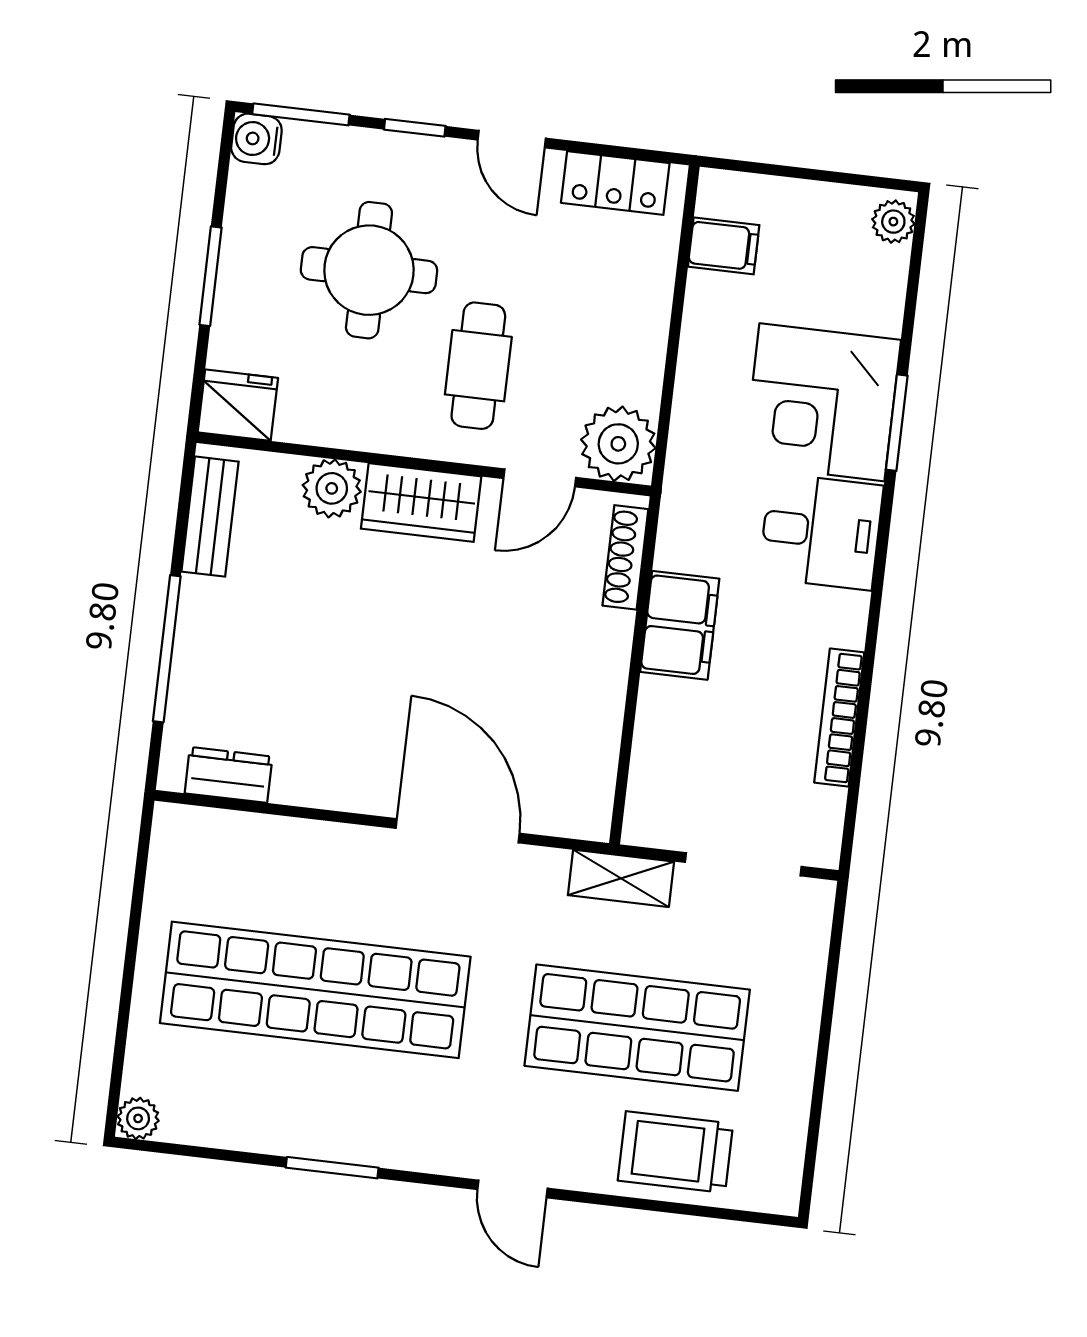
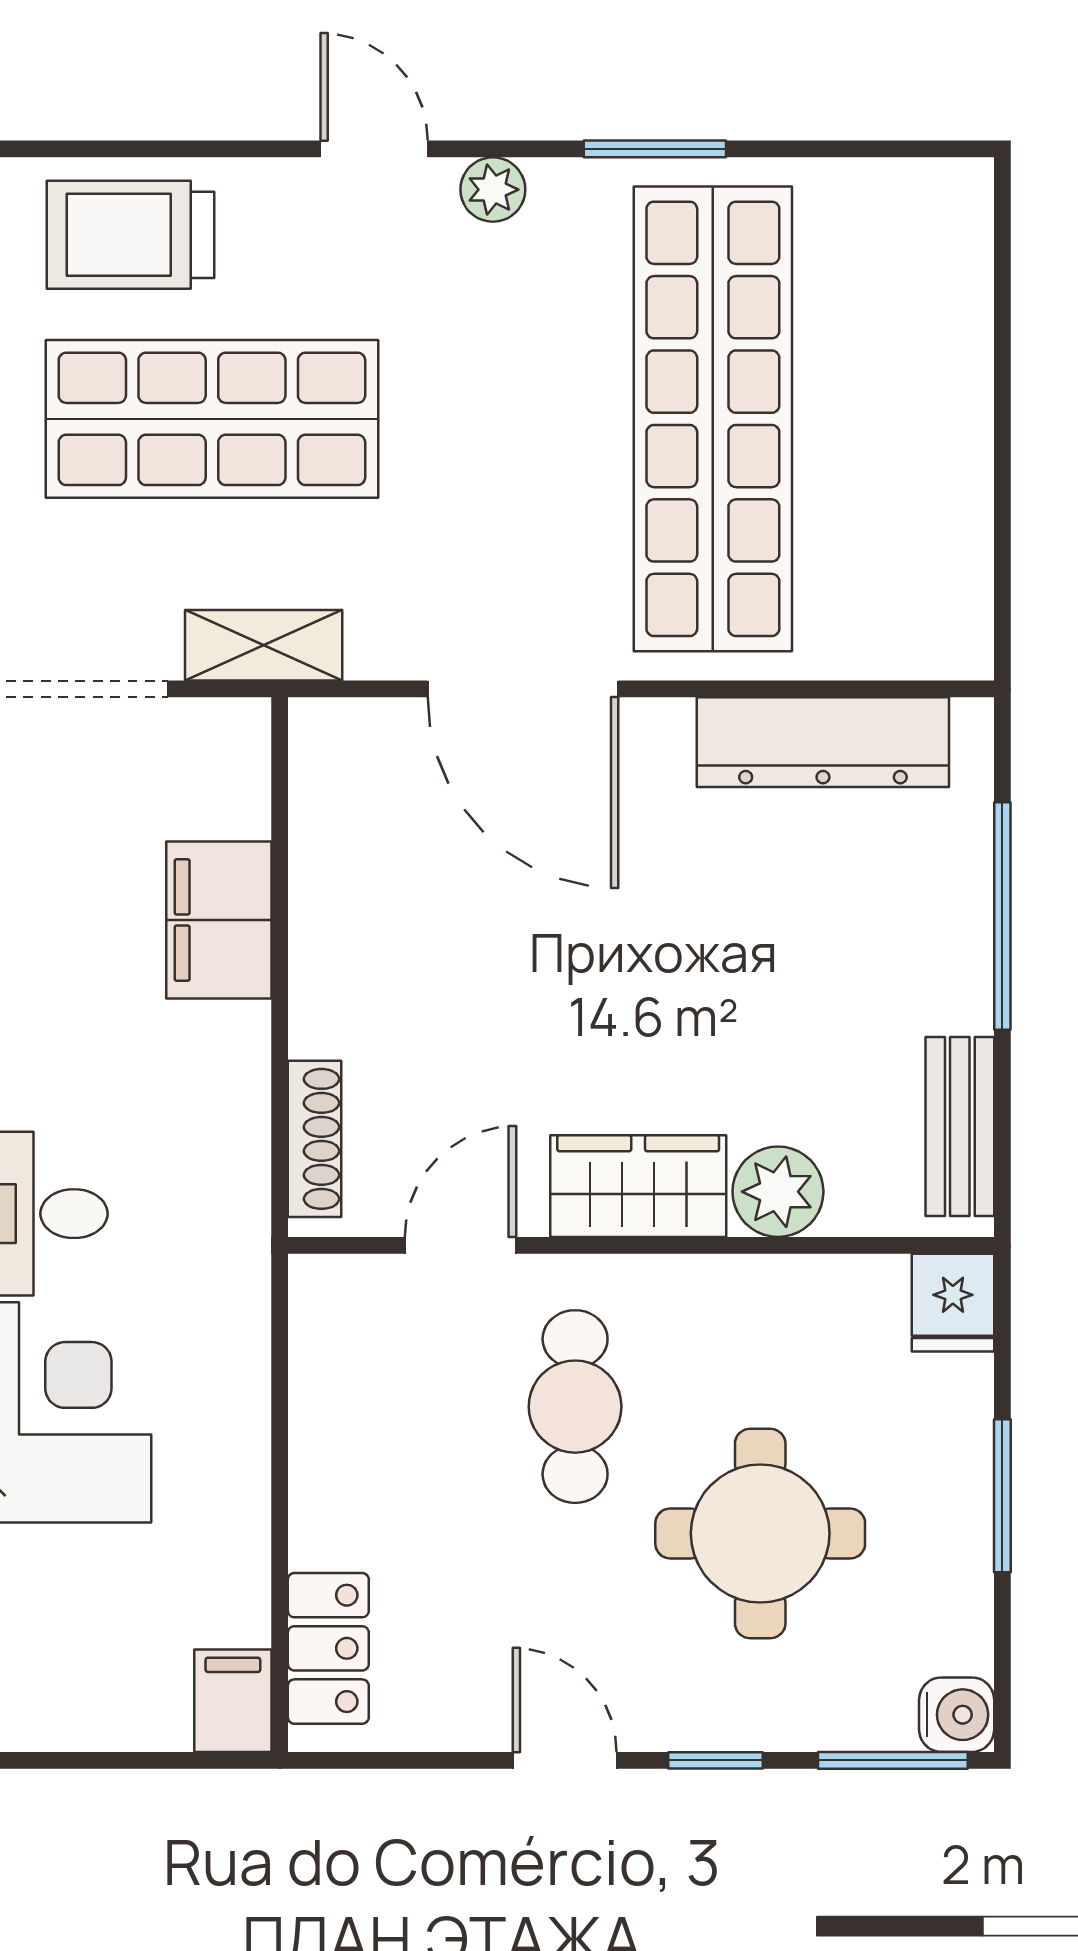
locker: (615, 183) -> (328, 1648), moved, turned 90
filing cabinet: (724, 246) -> (233, 1701), moved, turned 90
fridge: (238, 405) -> (953, 1303), width x0.72
plant: (618, 444) -> (346, 1312), removed
filing cabinet: (680, 625) -> (219, 920), moved
dresser: (229, 775) -> (823, 742), width x1.96, depth x1.24
shop shelf: (315, 990) -> (713, 419), turned 90
plant: (138, 1118) -> (493, 190), moved
trolley: (675, 1152) -> (131, 235), turned 180

